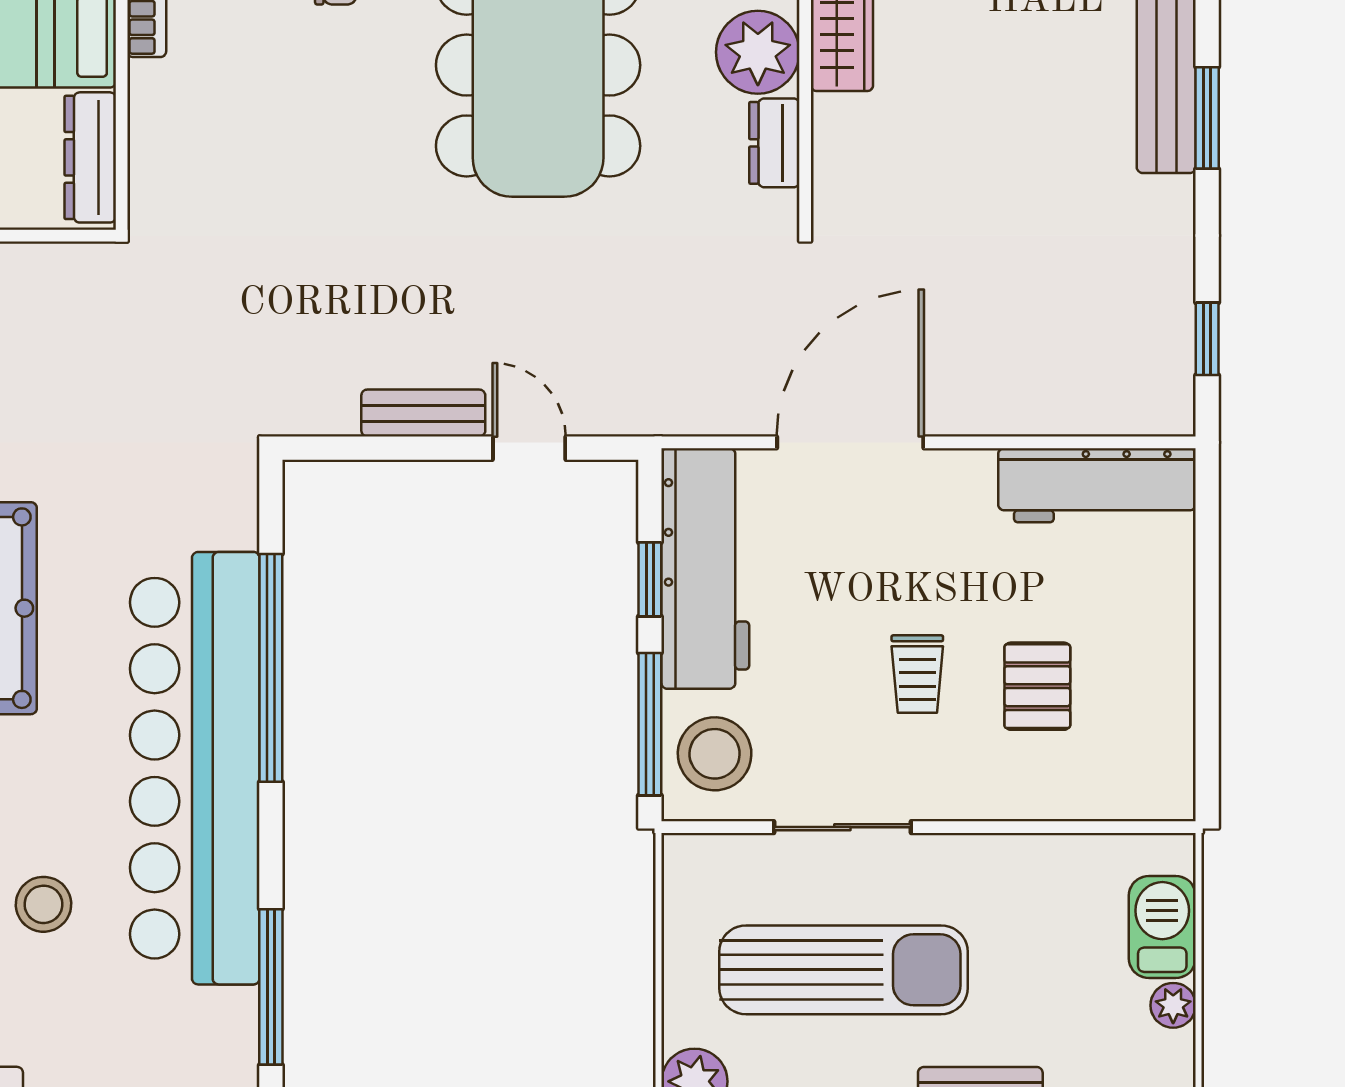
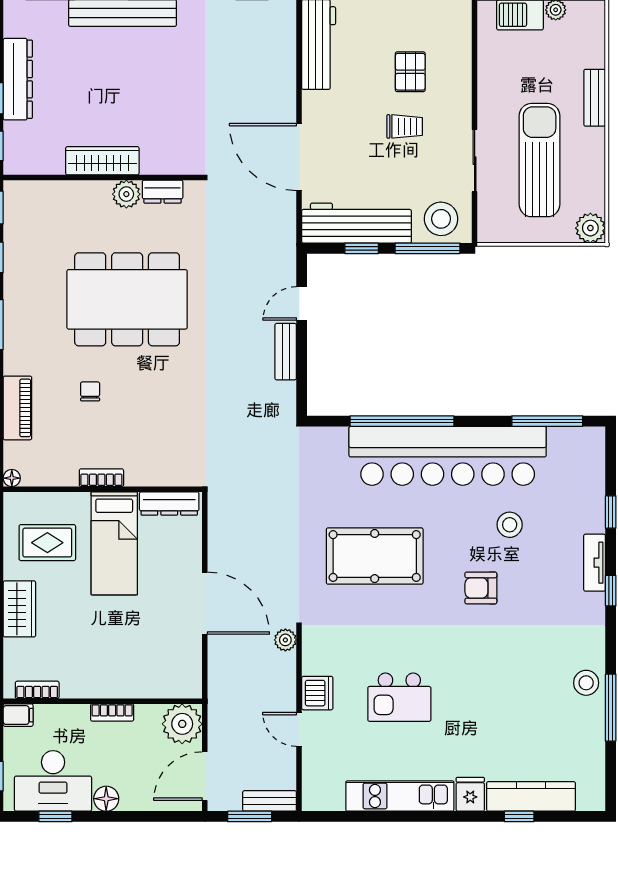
plant: (758, 52) -> (126, 194), width x0.73, depth x0.73
pallet: (1037, 686) -> (410, 72), turned 90

